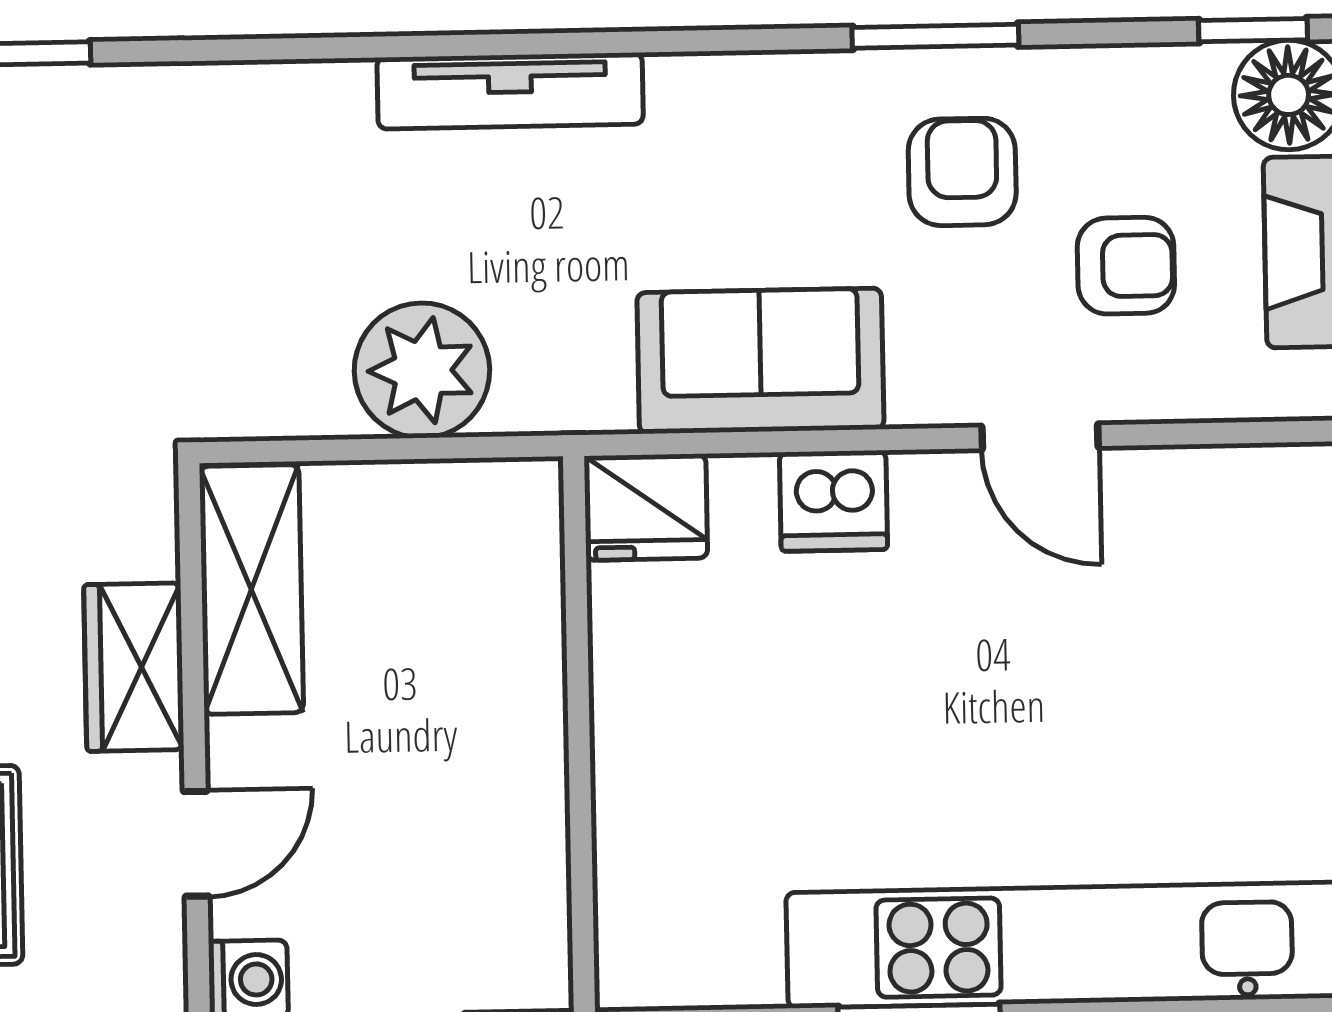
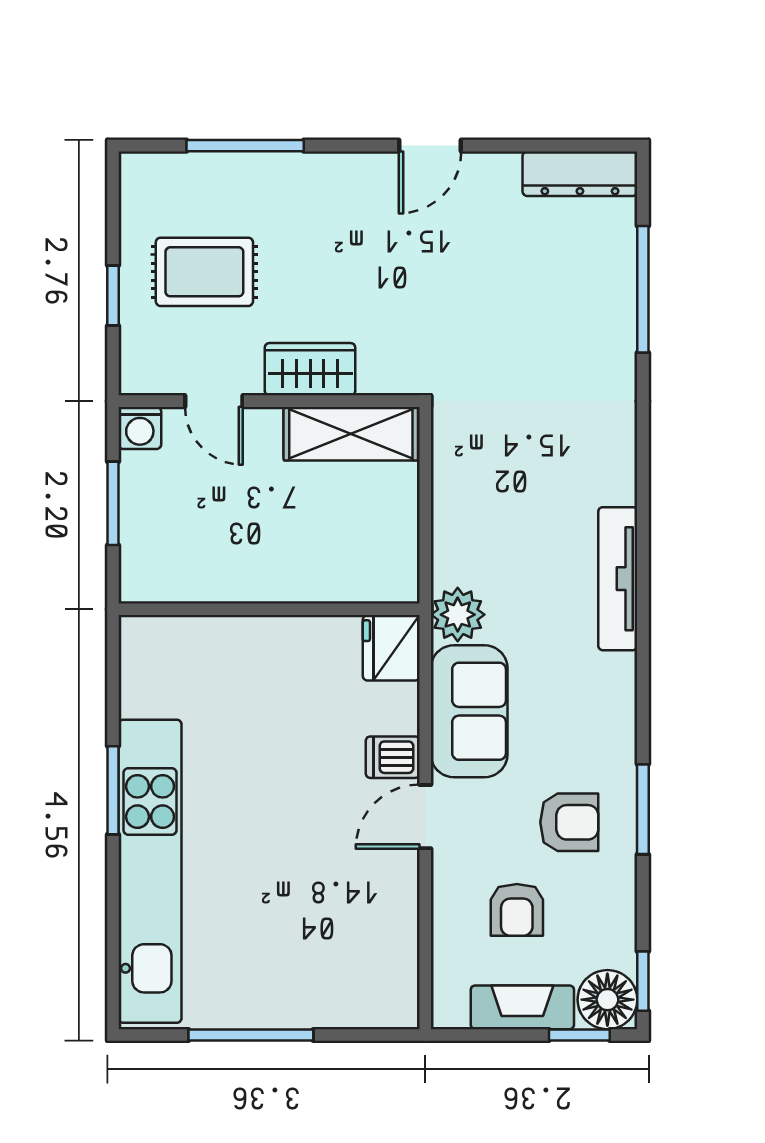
plant: (422, 370) -> (458, 615), moved, width x0.73, depth x0.73
door: (1040, 437) -> (425, 817), moved
dishwasher: (833, 501) -> (393, 757), width x0.73

